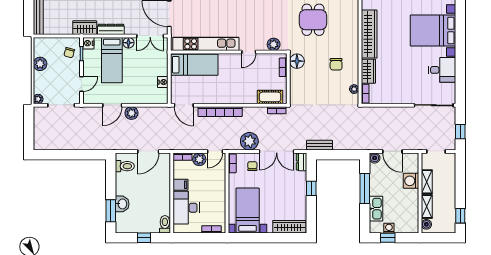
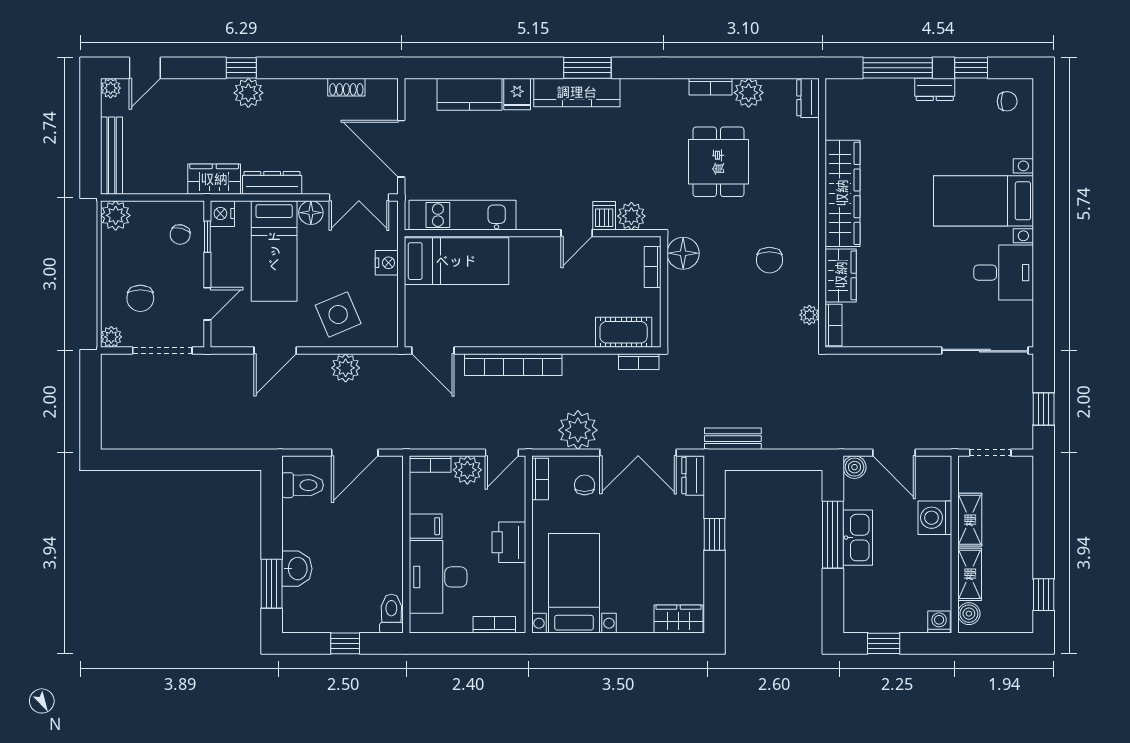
bed with nightstands: (433, 31) -> (984, 201), width x0.73
kitchen unit: (206, 44) -> (462, 215), width x0.73
dishwasher: (261, 44) -> (604, 216), added
plant: (40, 64) -> (116, 215), moved
chair: (51, 82) -> (140, 298), added
nightstand: (163, 82) -> (387, 263), moved
side table: (141, 89) -> (338, 314), added
plant: (131, 113) -> (346, 368), moved
printer: (218, 192) -> (509, 542), added
kitchen sink: (376, 209) -> (858, 538), moved
wardrobe: (289, 227) -> (678, 619), width x0.67
washing machine: (389, 228) -> (939, 622), moved

